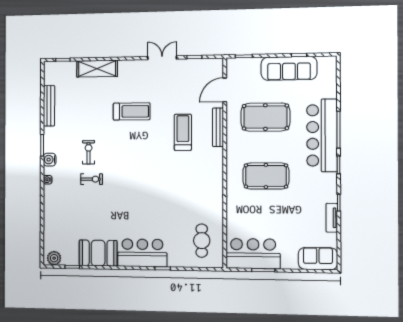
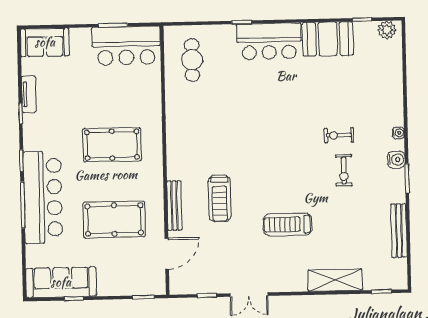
sofa: (289, 68) -> (61, 282), moved

